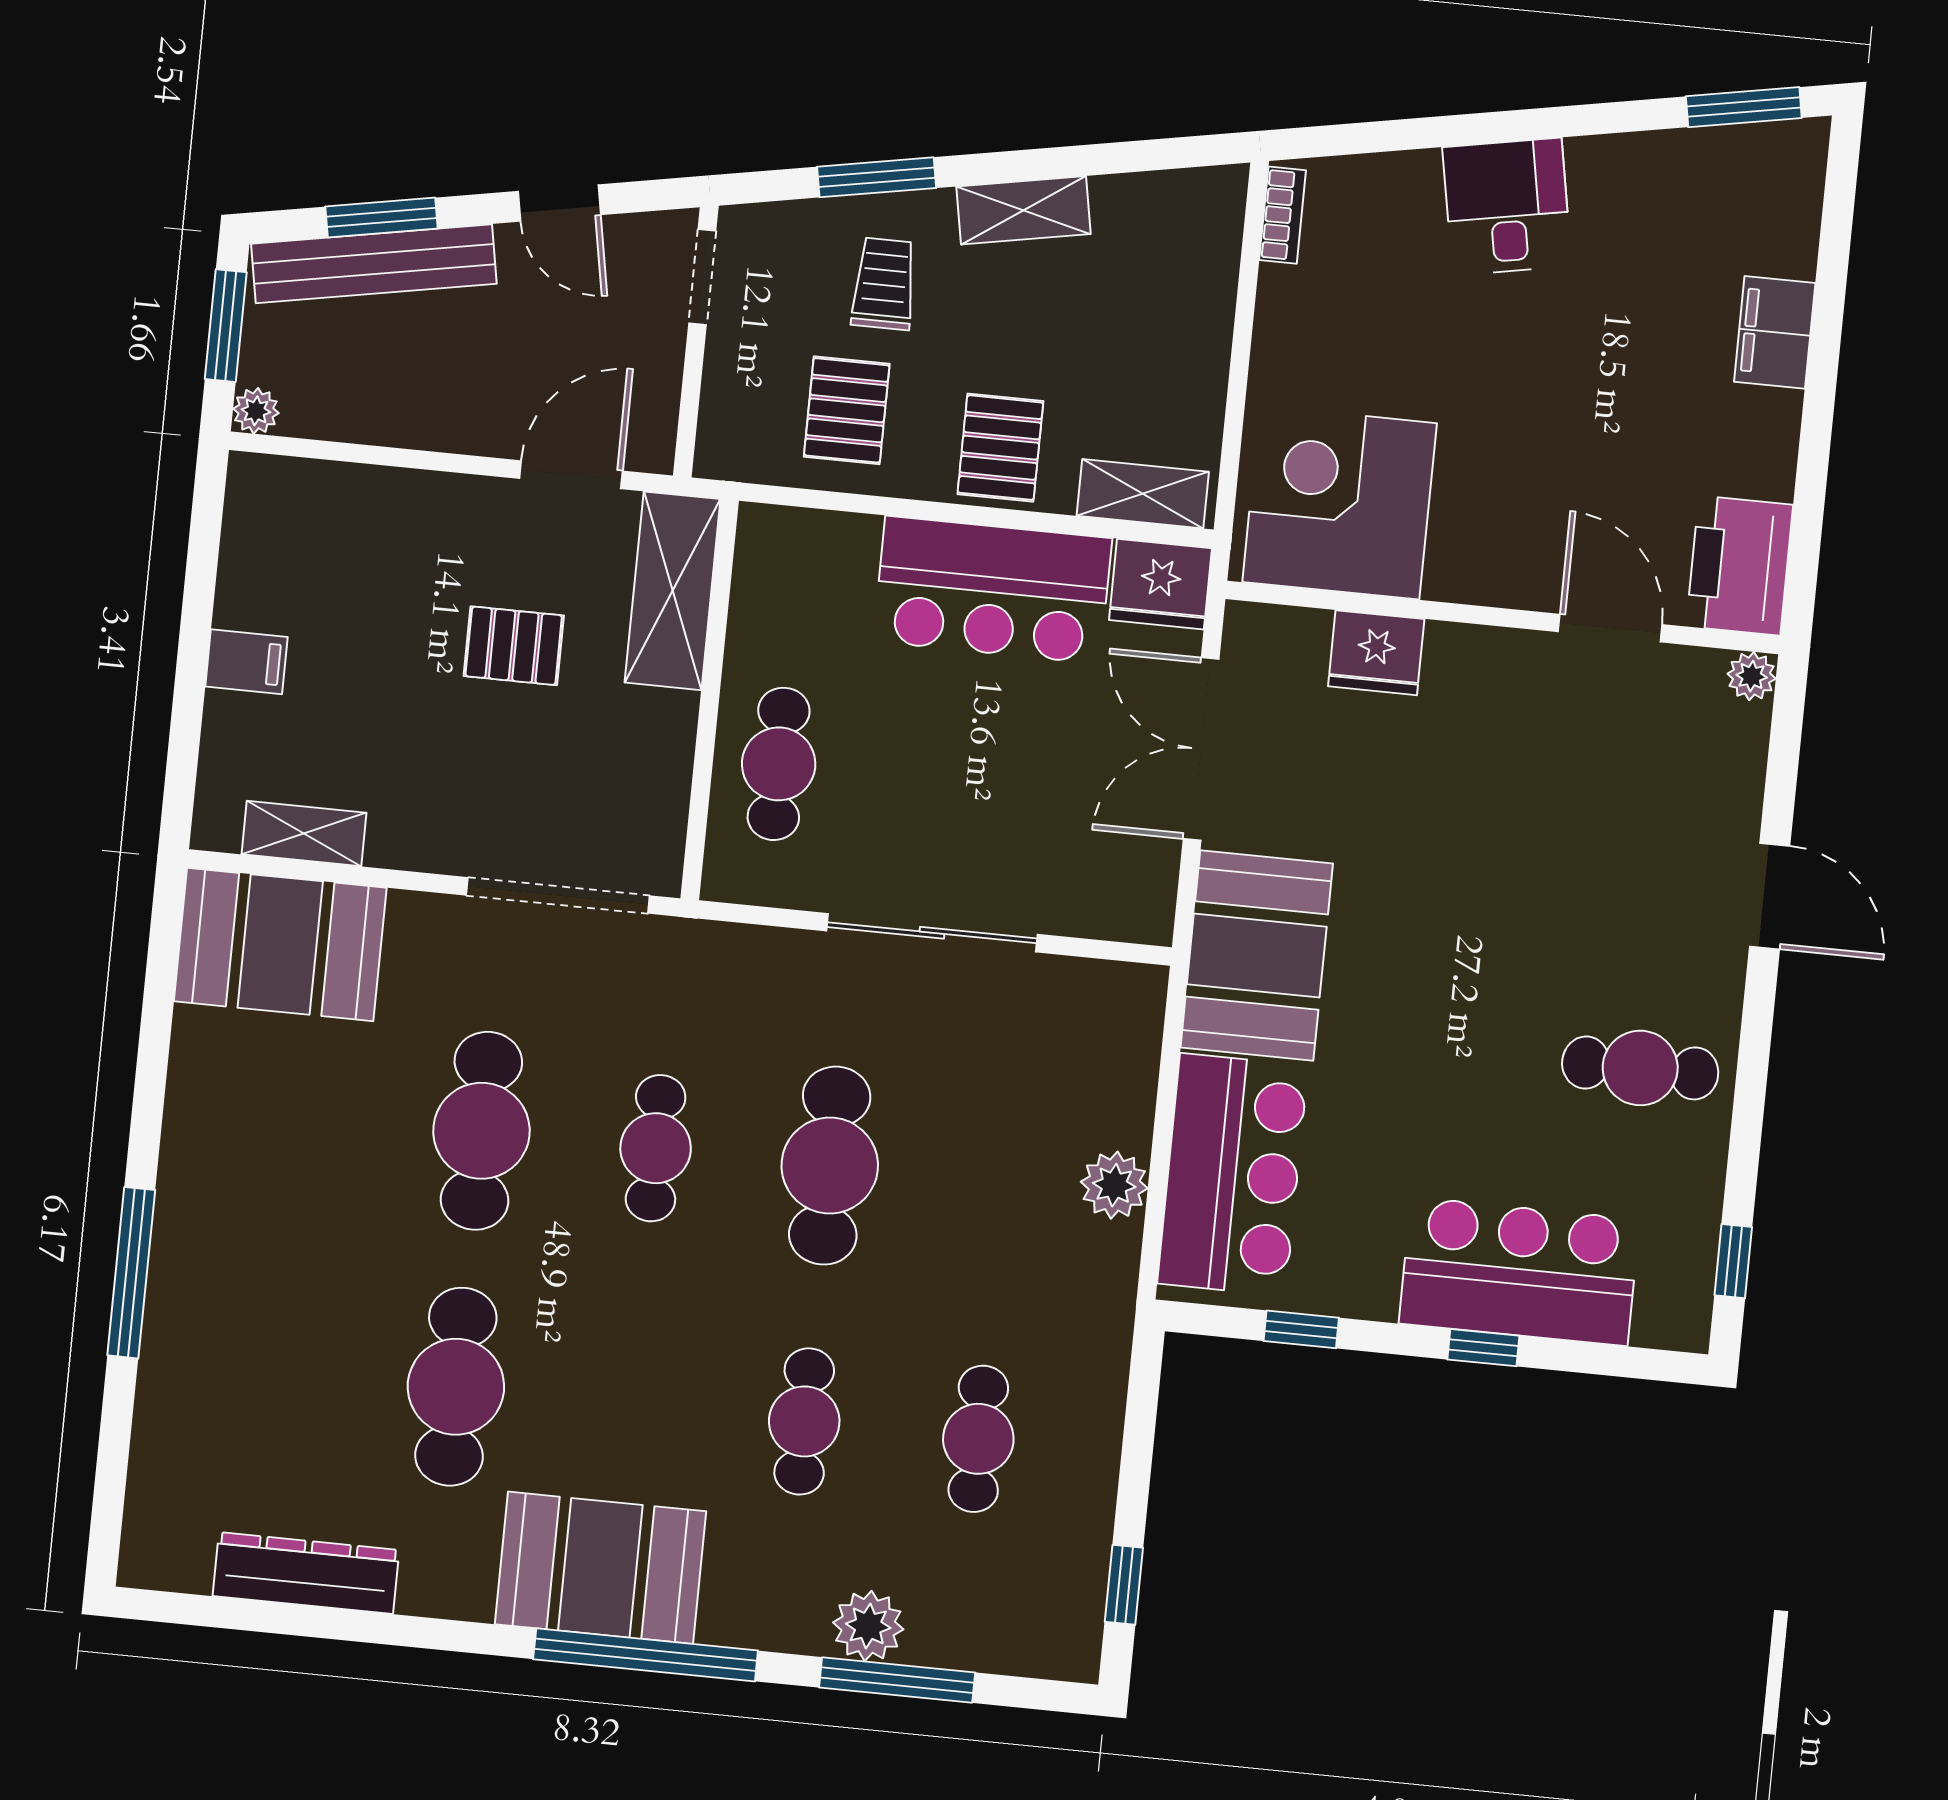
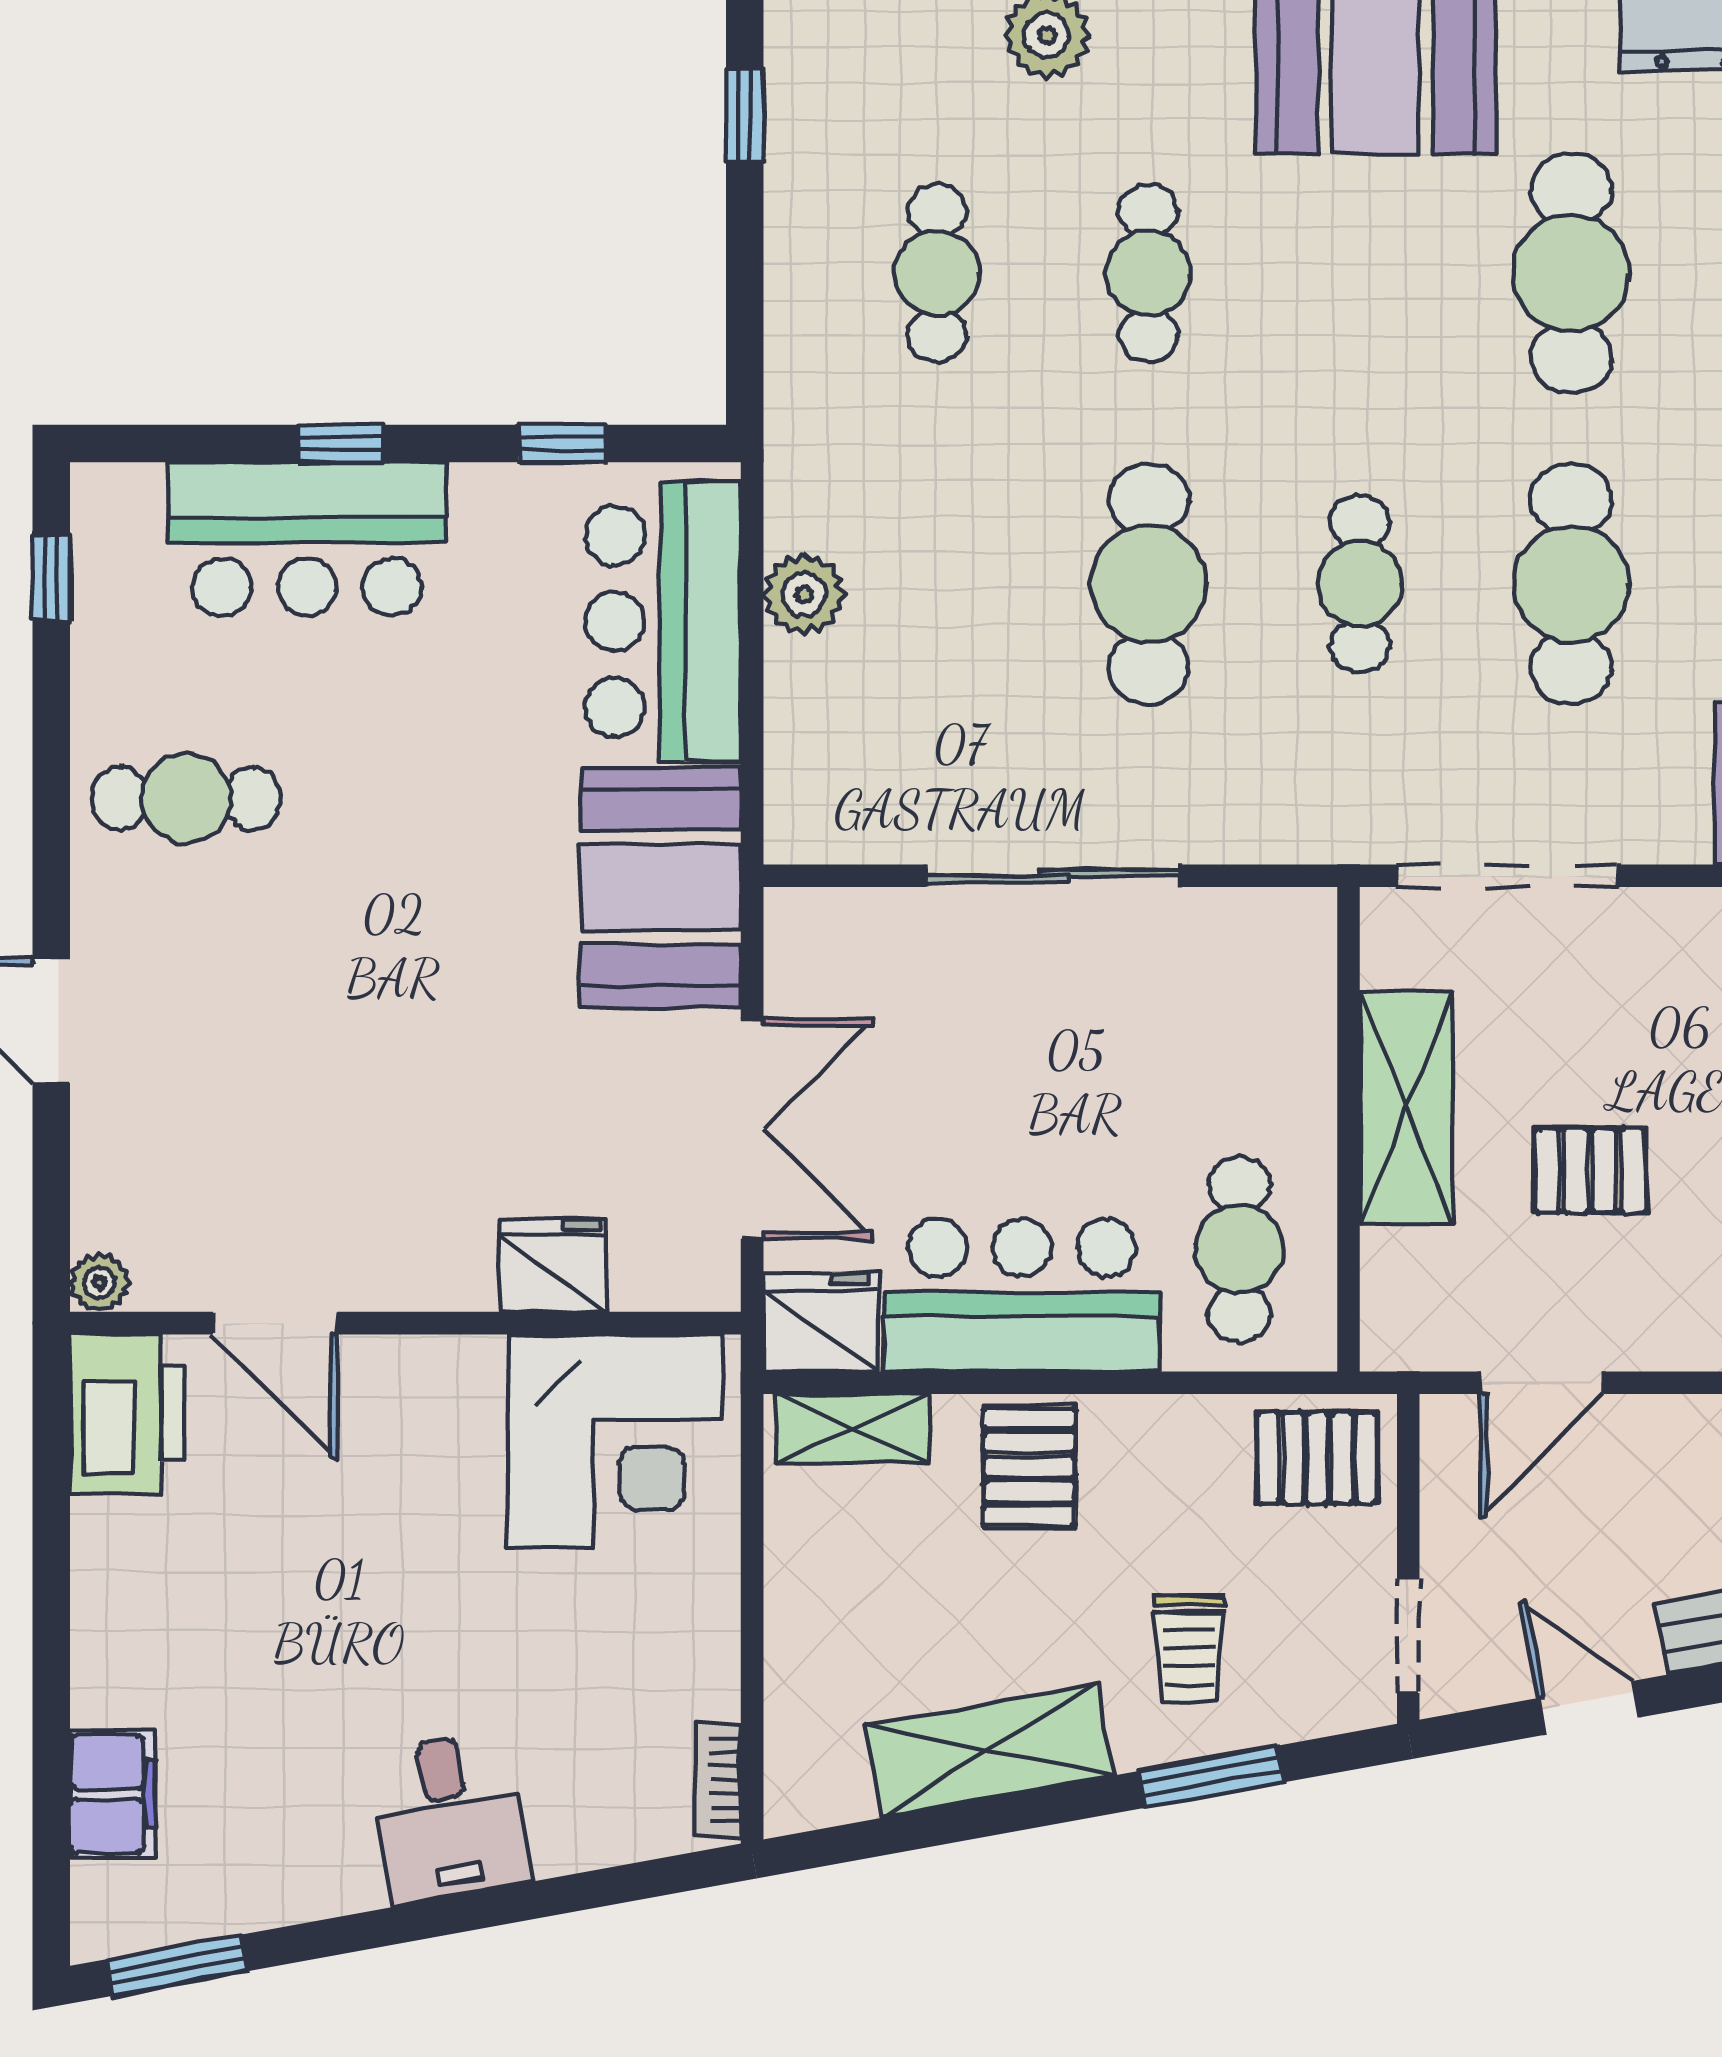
shelving: (1024, 210) -> (989, 1750), width x1.50, depth x1.33
filing cabinet: (1775, 332) -> (113, 1794), moved
pallet: (847, 410) -> (1317, 1458), moved, turned 90
shelving: (673, 591) -> (1406, 1108), moved
cafe table: (779, 764) -> (1239, 1249), moved

